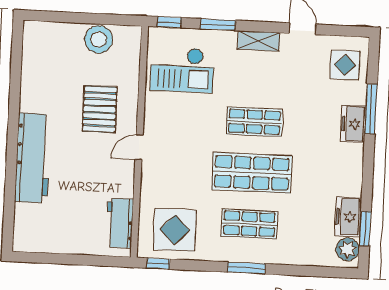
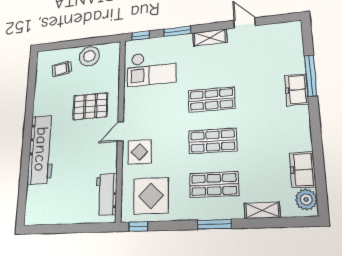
trolley: (60, 51) -> (62, 69), added
display table: (345, 65) -> (140, 152), moved
pallet: (100, 109) -> (90, 106), turned 90
shop shelf: (252, 173) -> (213, 141), width x0.70, depth x0.74
window: (365, 229) -> (320, 179), removed
shelving: (300, 257) -> (262, 210), added

